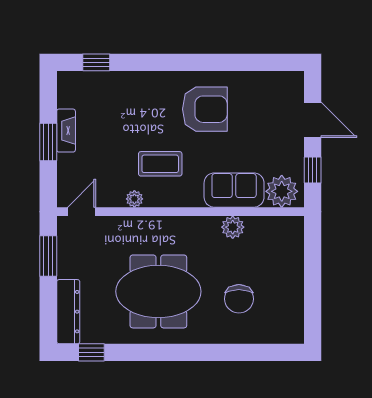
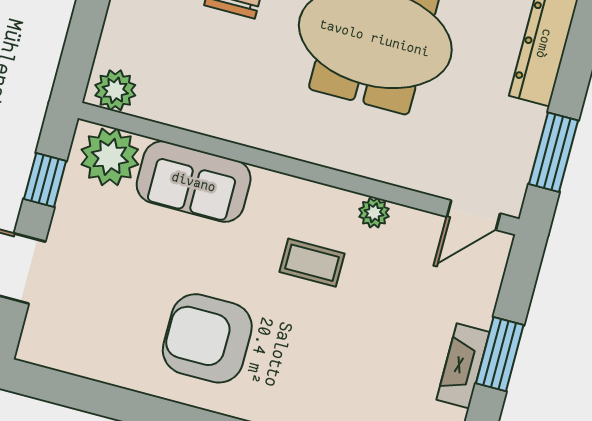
coffee table: (160, 164) -> (312, 263), width x0.73, depth x0.77
plant: (233, 227) -> (115, 90), moved

